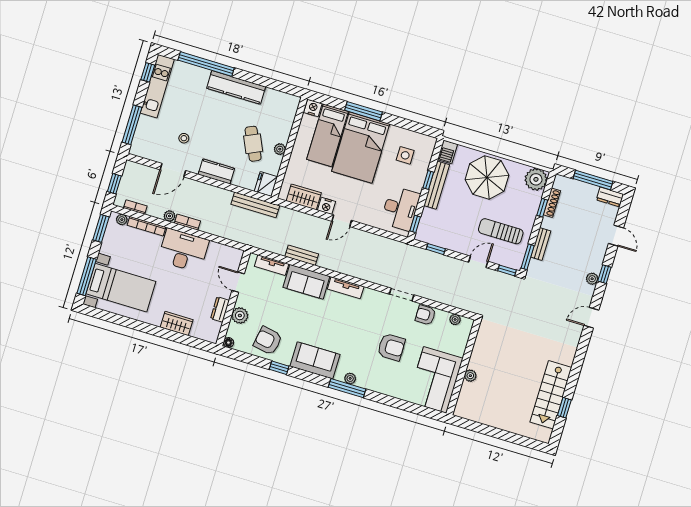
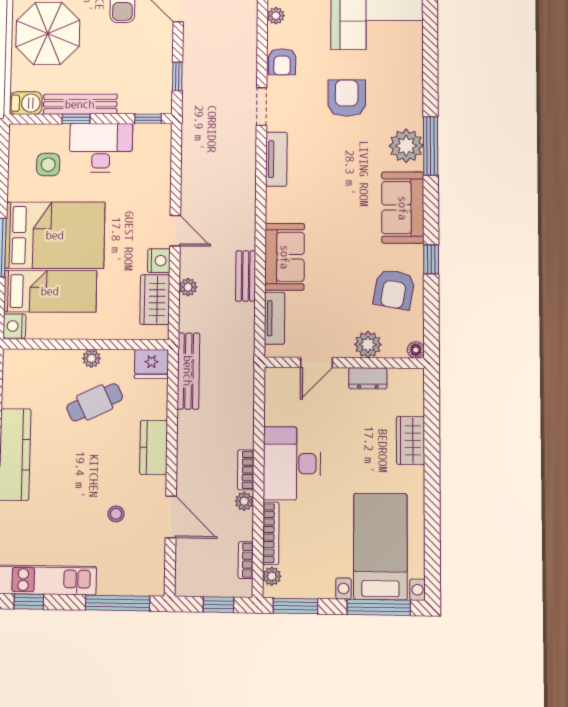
desk: (400, 208) -> (101, 148), moved
plant: (305, 219) -> (188, 287), added
tv unit: (346, 288) -> (276, 159), moved
plant: (350, 378) -> (406, 146), width x1.87, depth x1.87

